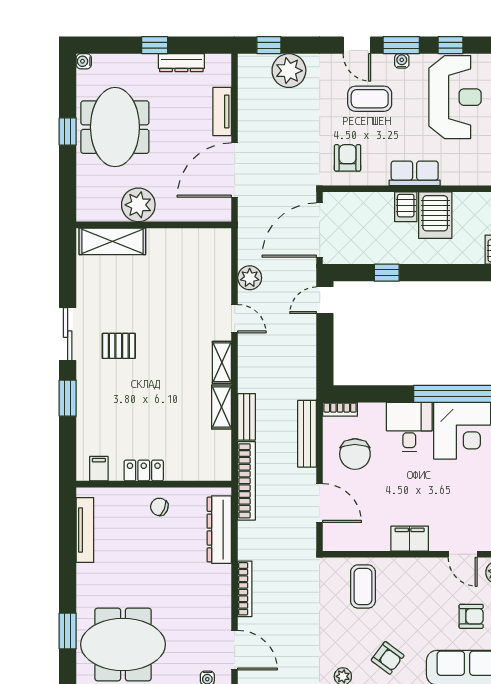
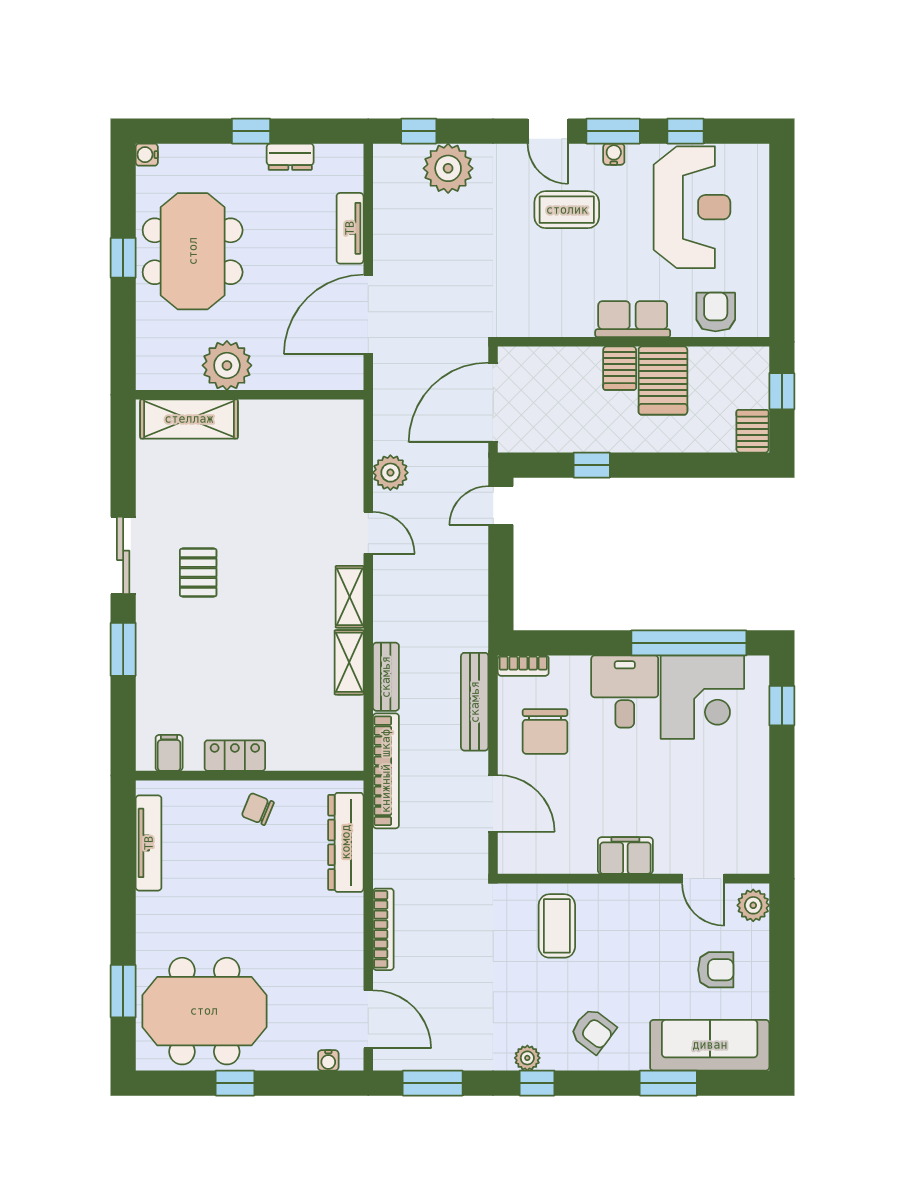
dresser: (181, 63) -> (290, 157), width x0.70
armchair: (348, 158) -> (716, 312), moved
pallet: (119, 346) -> (198, 573), turned 90

